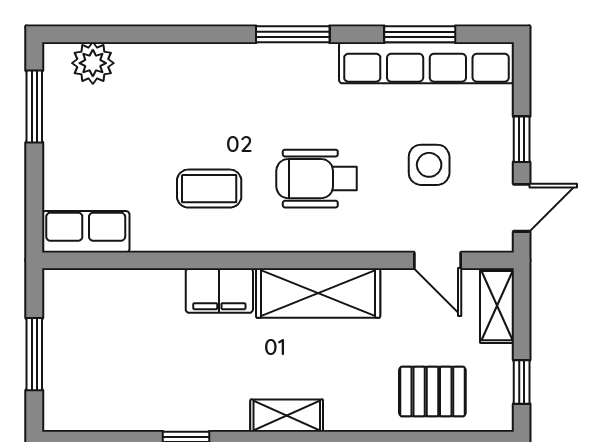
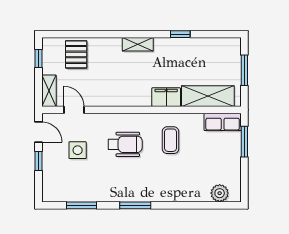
row of seats: (426, 63) -> (79, 193), removed
window: (34, 107) -> (244, 142), moved
coffee table: (209, 189) -> (170, 140), turned 90
door: (522, 208) -> (38, 132), swing flipped
shelving: (318, 293) -> (208, 96), moved
pallet: (432, 392) -> (76, 54), turned 90

